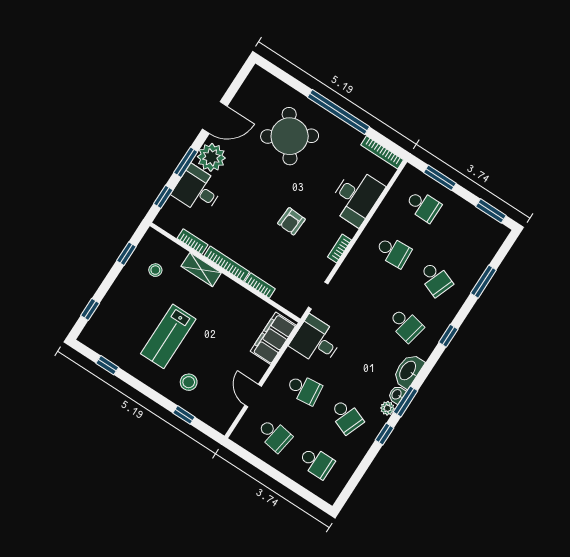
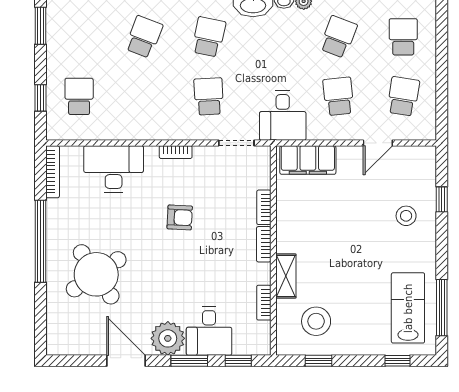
window: (440, 178) -> (41, 98), width x0.67
school desk: (393, 252) -> (209, 96), moved
bookcase: (227, 264) -> (264, 244), width x0.64
stool: (155, 270) -> (316, 321), width x1.89, depth x1.89
lab bench: (168, 336) -> (408, 308), moved, turned -90
window: (107, 365) -> (442, 308), width x2.17

